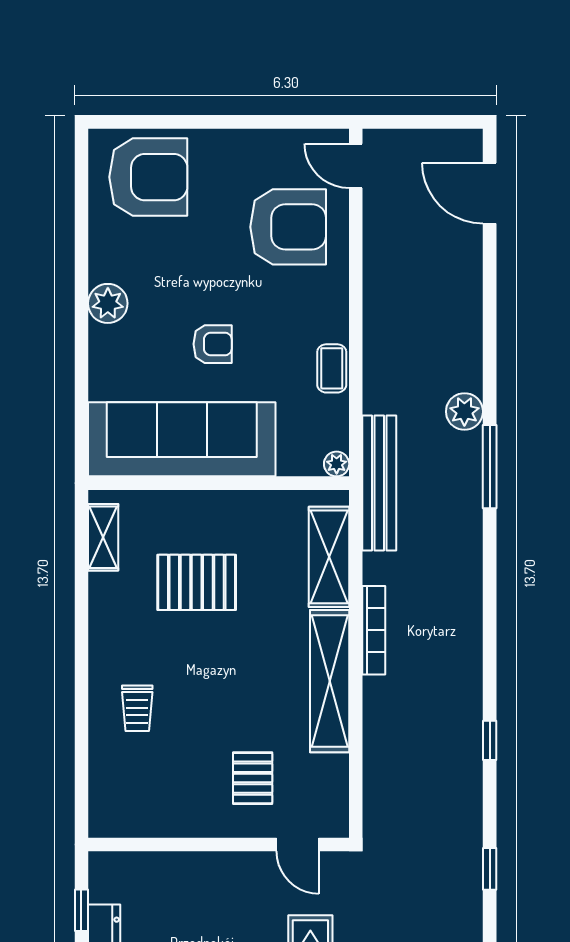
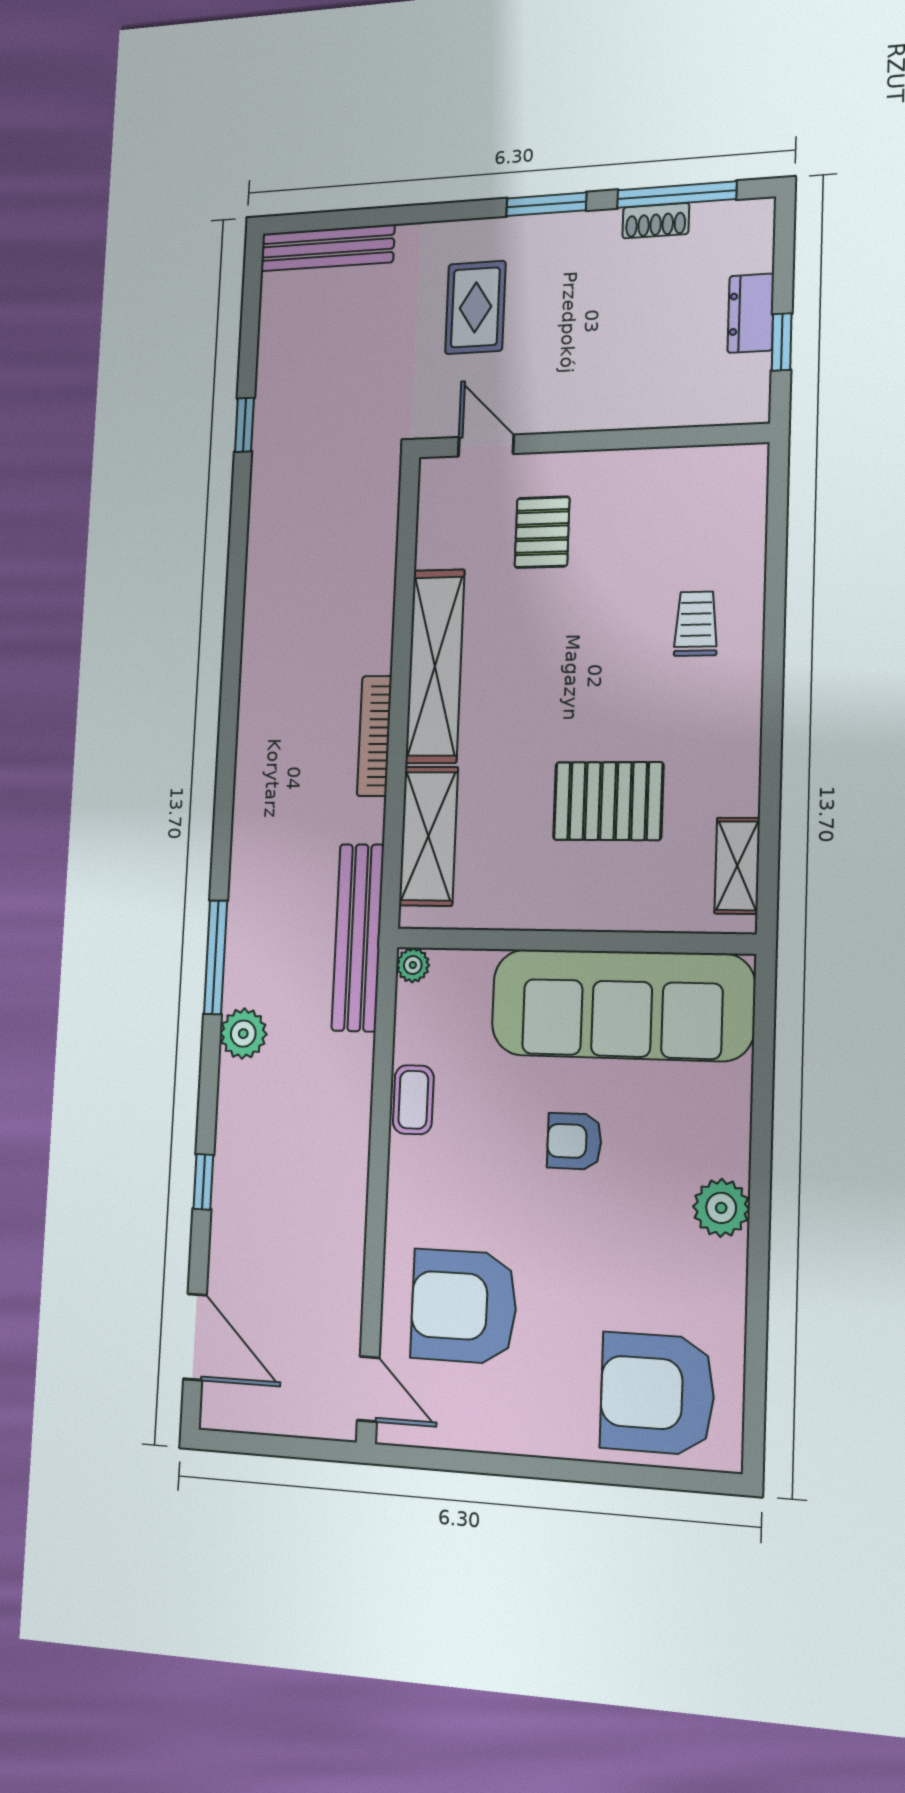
window: (490, 740) -> (203, 1182), moved

